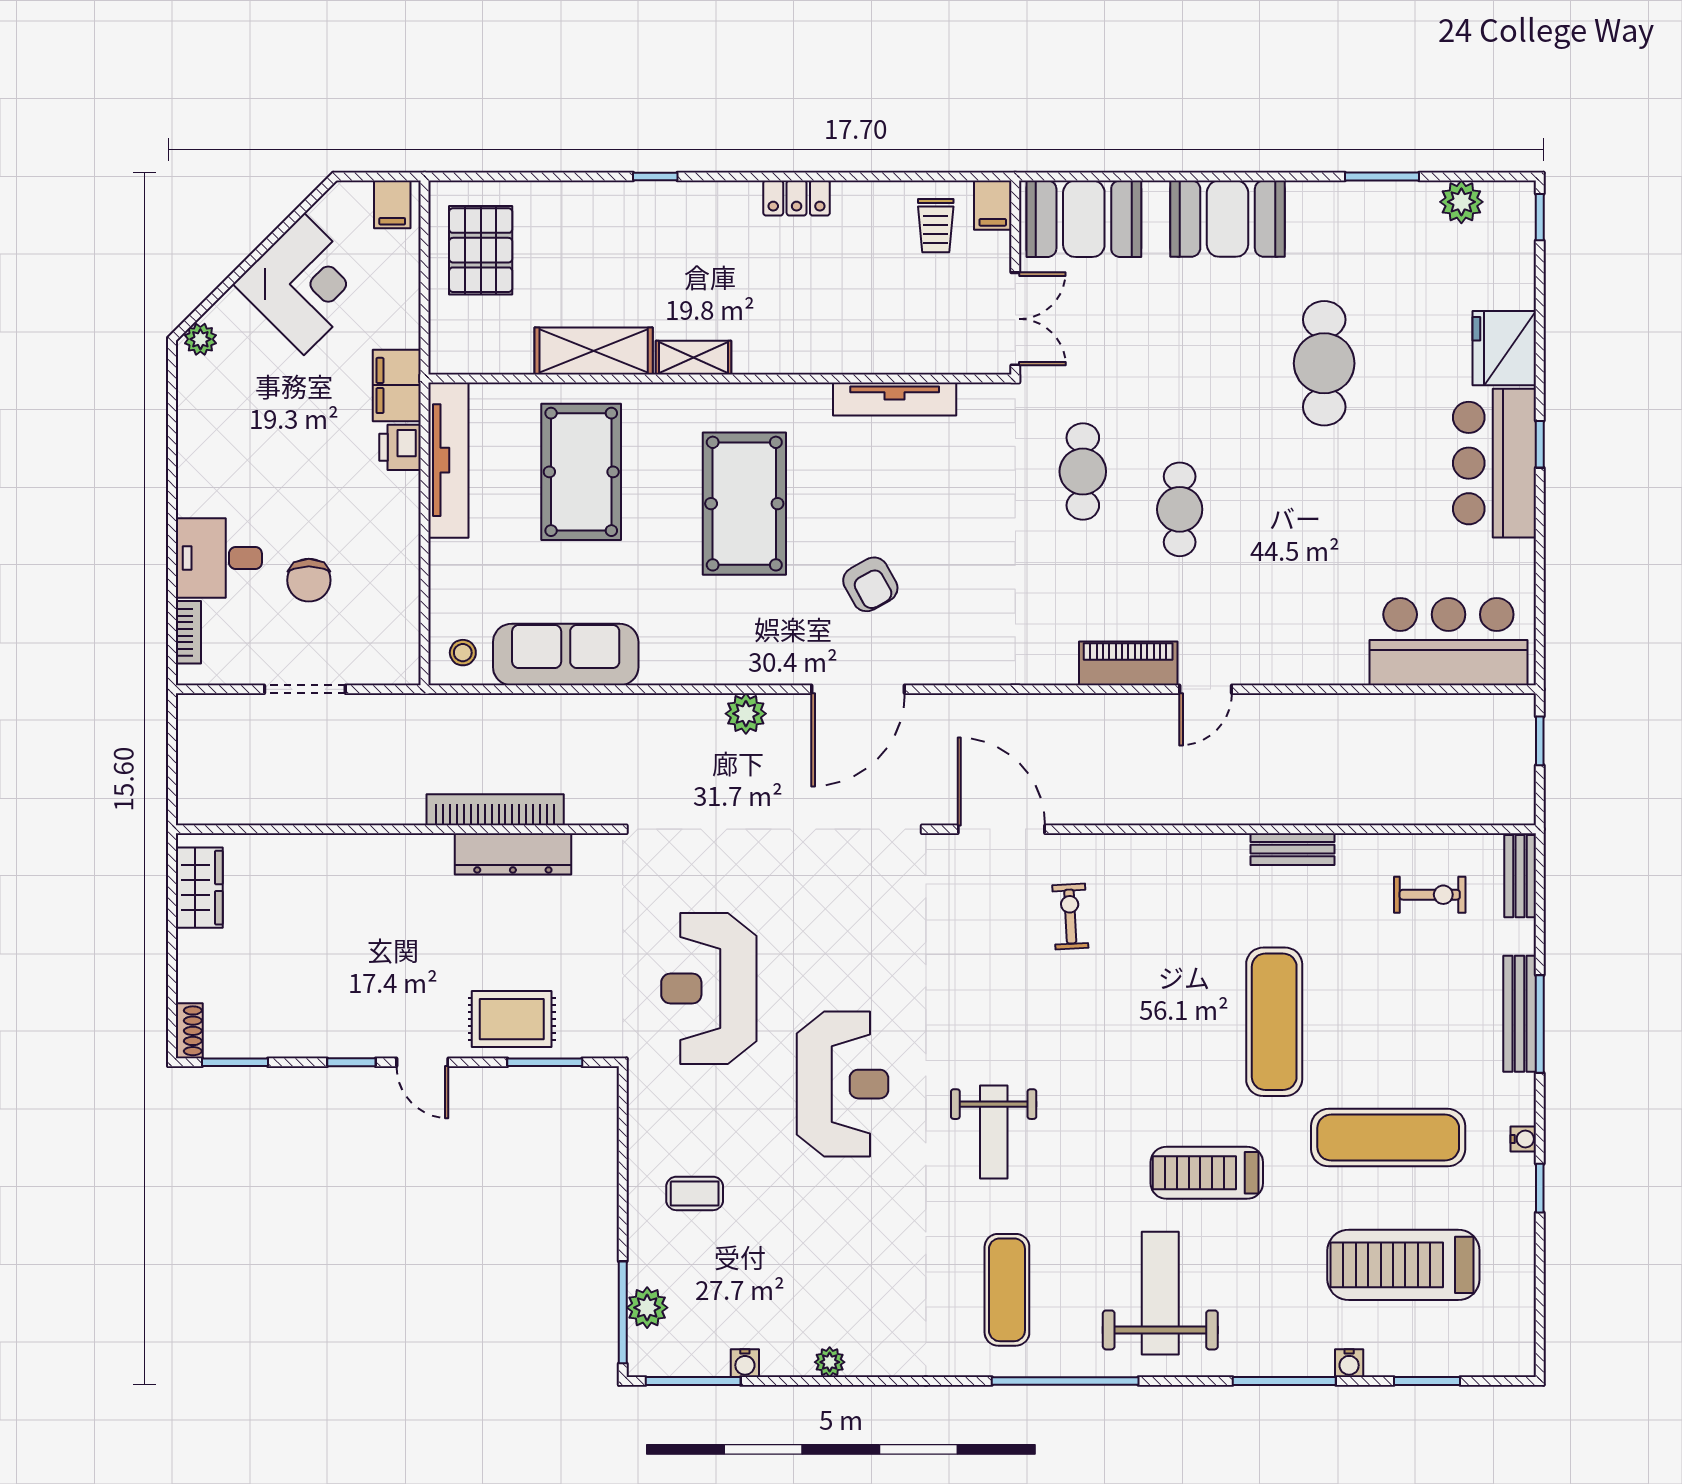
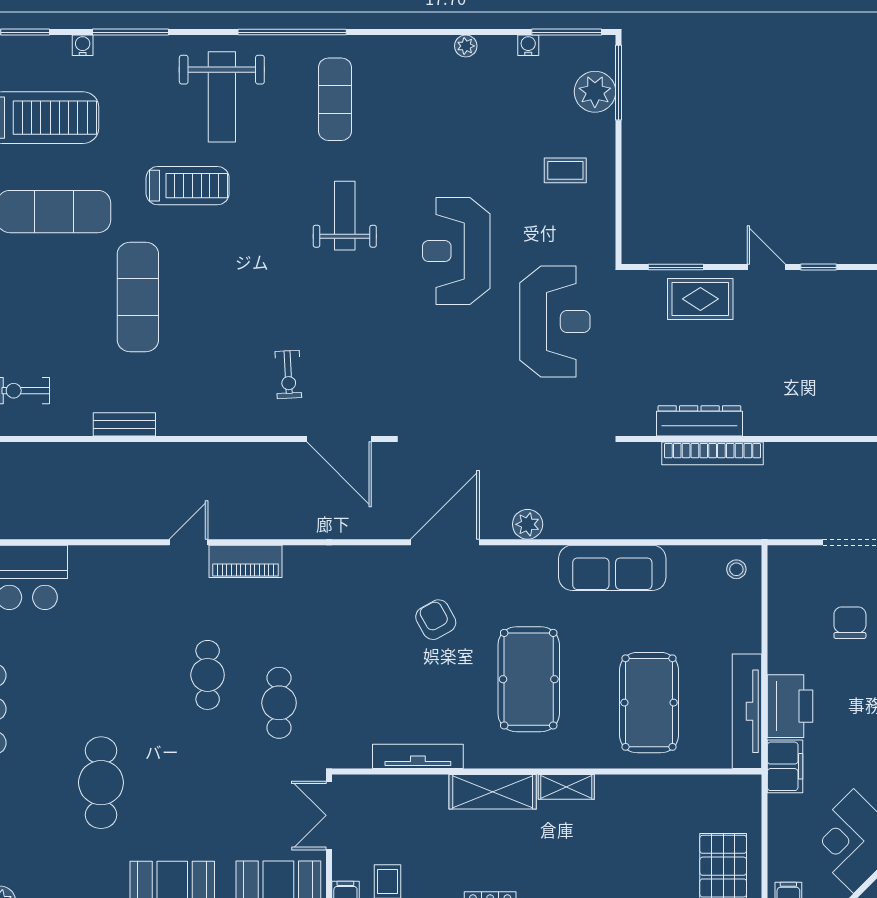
shelving: (594, 351) -> (493, 792), moved
printer: (400, 447) -> (790, 706), width x1.87, depth x1.48
sofa: (566, 655) -> (612, 568), moved
plant: (647, 1308) -> (595, 92), width x1.36, depth x1.36

